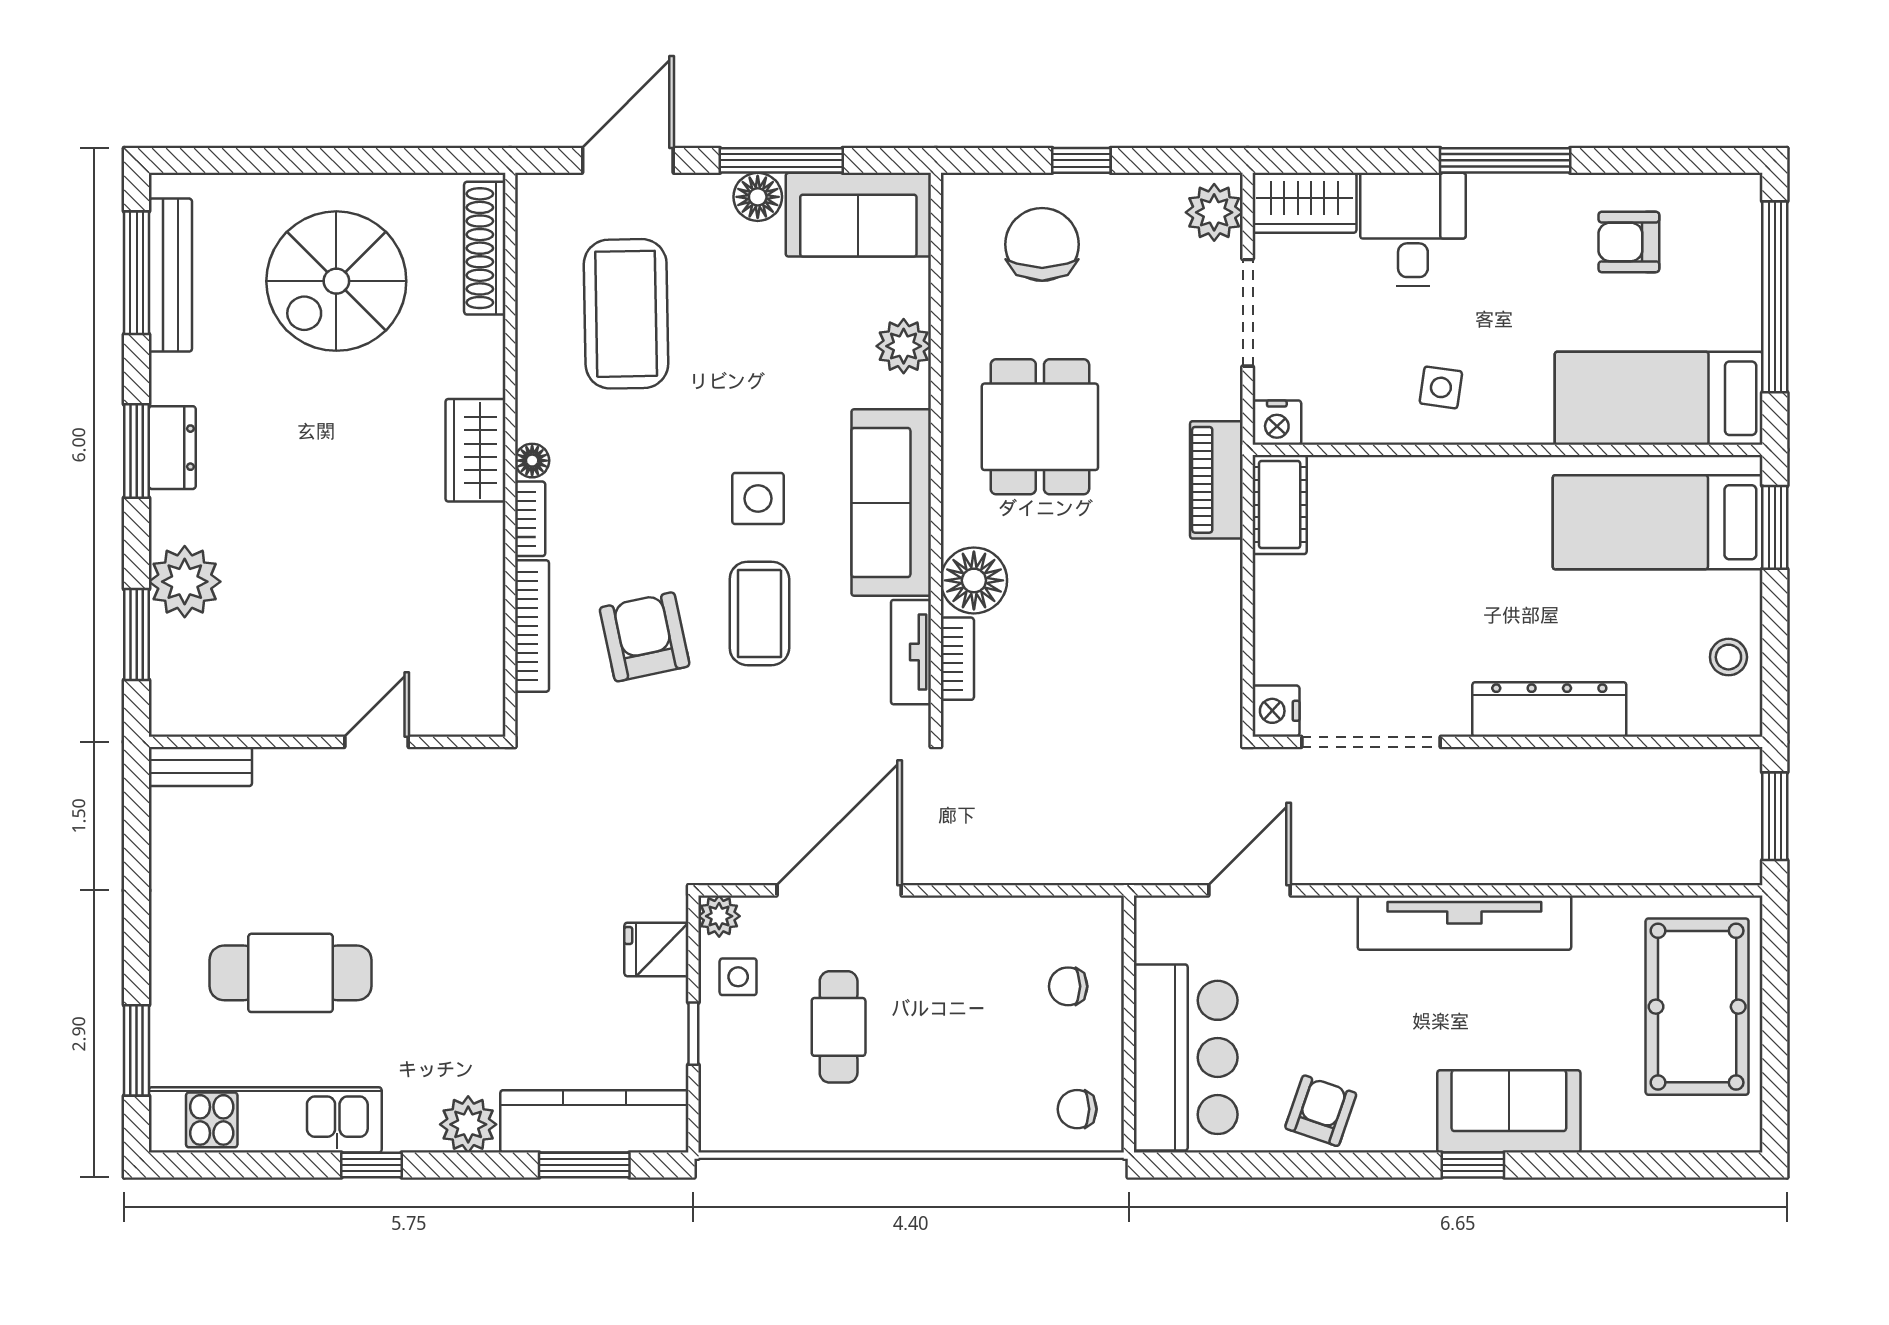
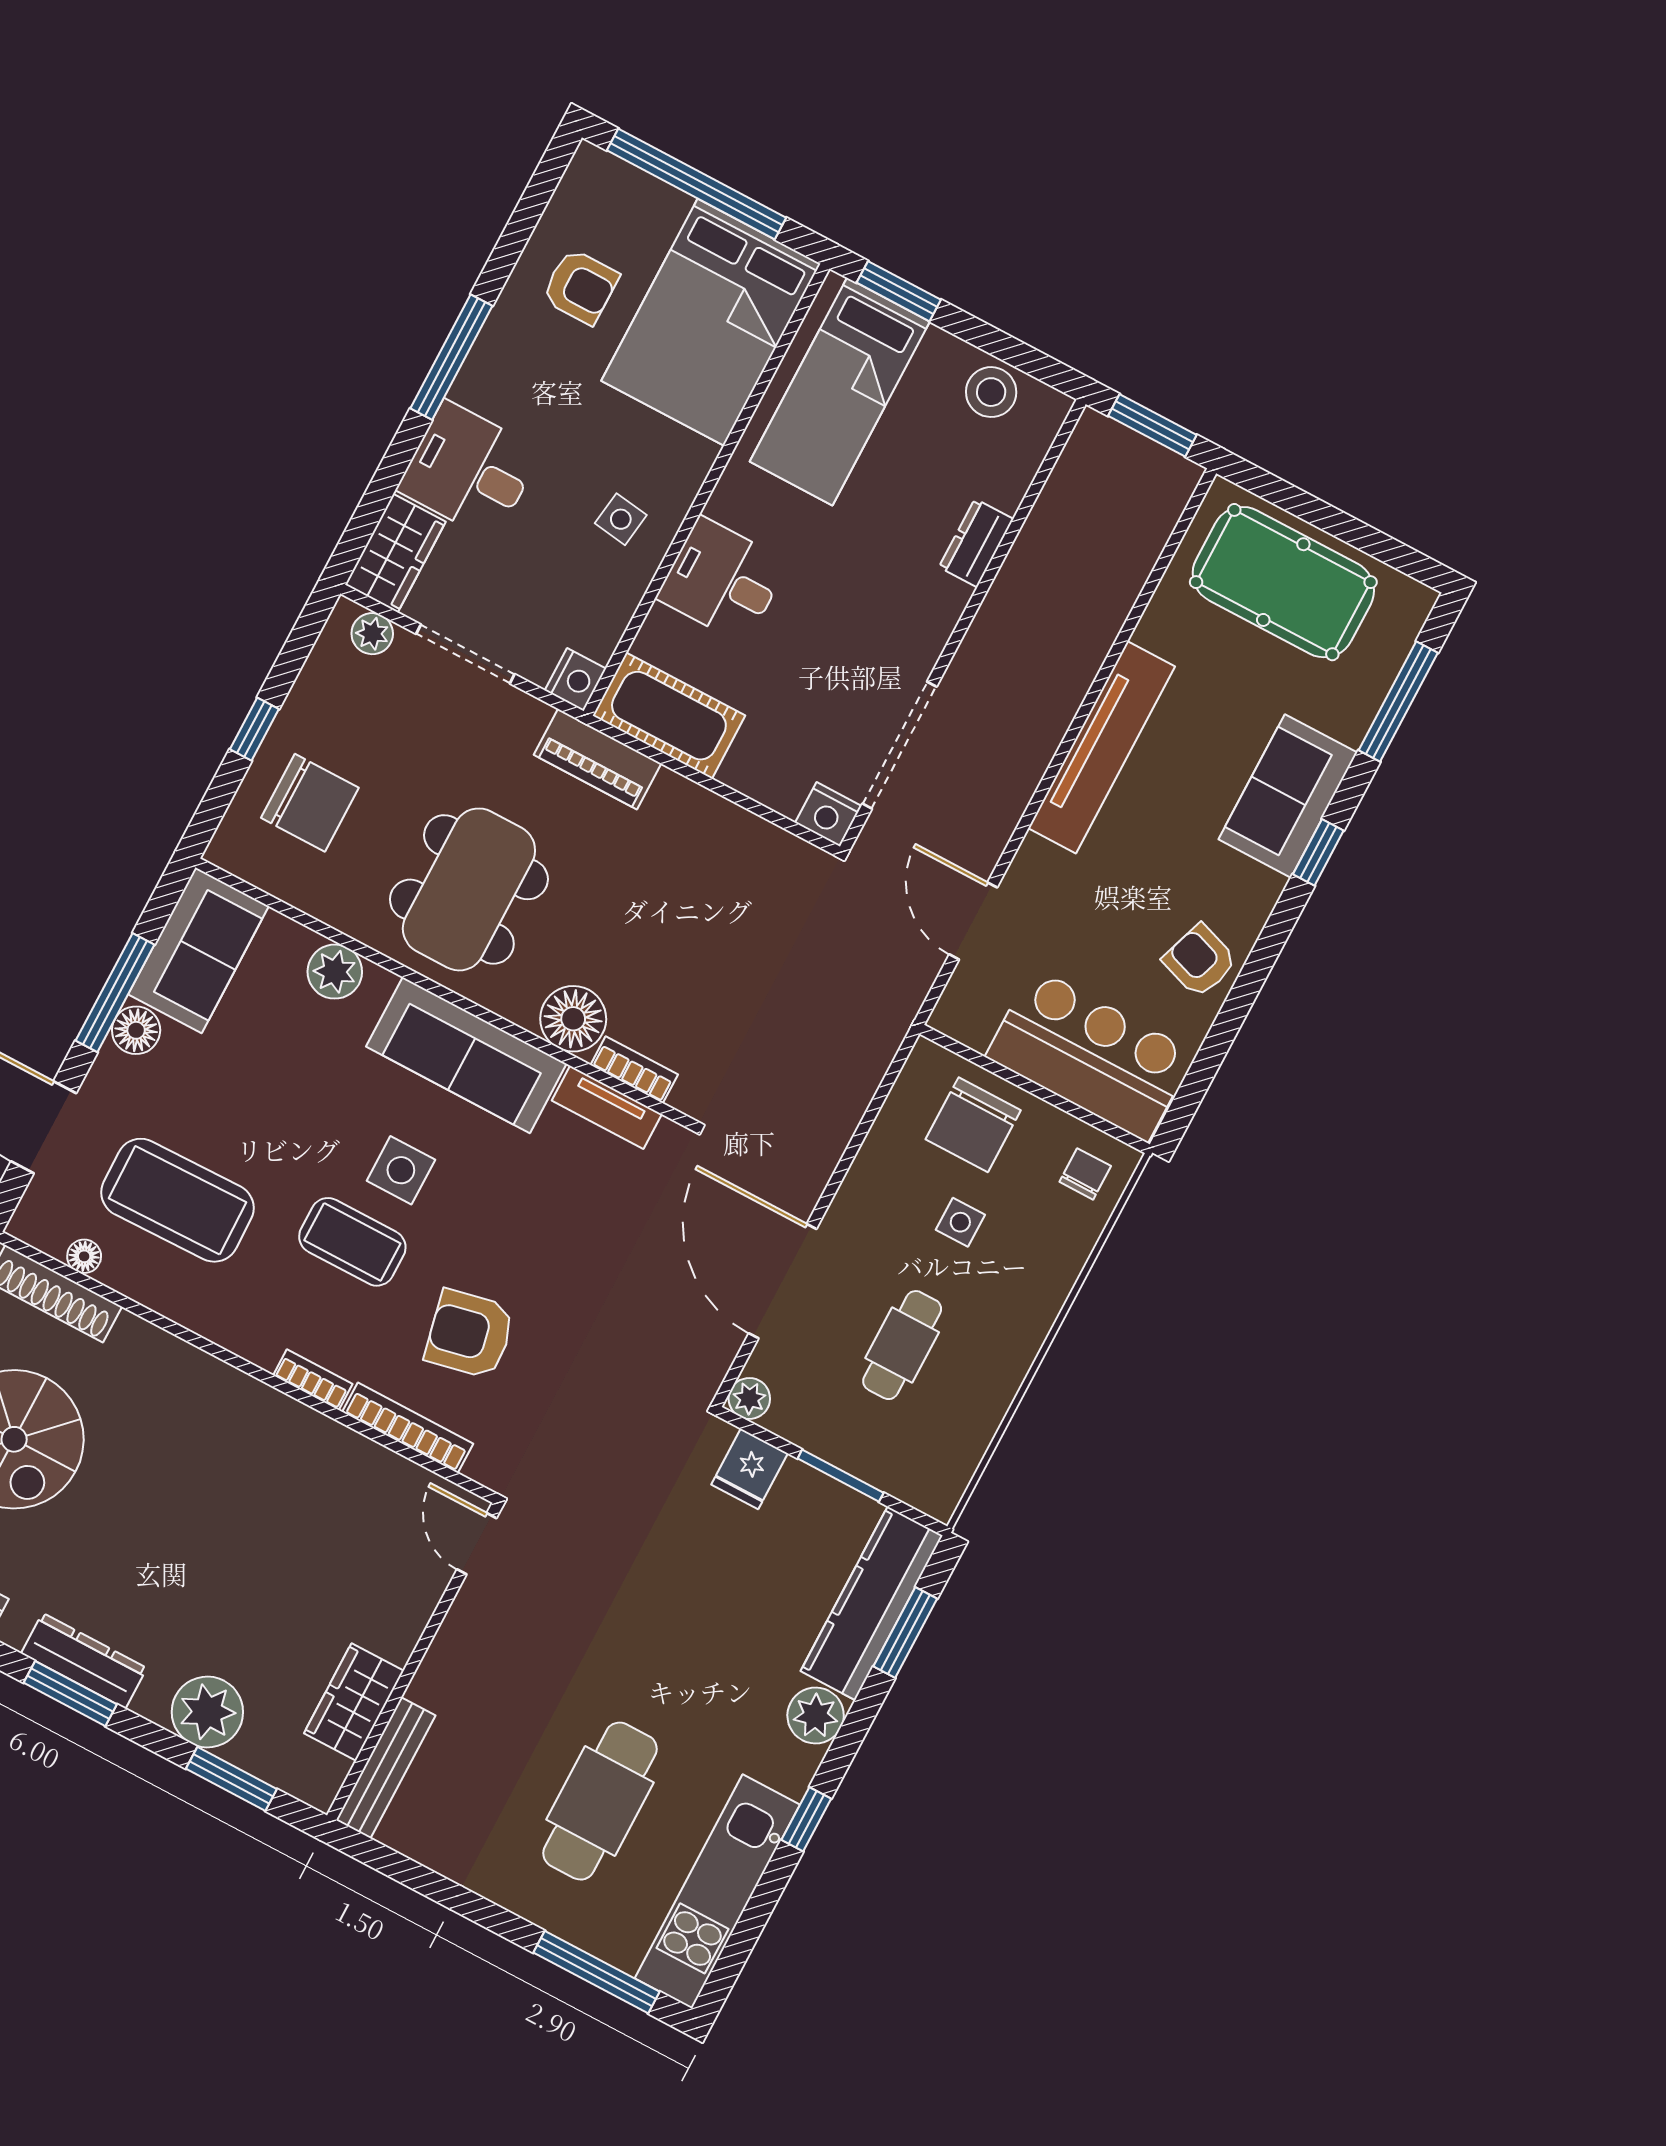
plant: (1214, 212) -> (372, 634), width x0.73, depth x0.73
armchair: (1629, 242) -> (580, 287), turned -90
chair: (1042, 244) -> (310, 803), turned 180
bed: (1659, 398) -> (711, 322), width x1.50
dining table: (1040, 427) -> (469, 889), width x1.38
dresser: (172, 448) -> (84, 1661), width x1.44
wardrobe: (475, 450) -> (354, 1702), moved, turned 90
floor lamp: (532, 461) -> (84, 1256), moved
cot: (1280, 505) -> (669, 716), width x1.37, depth x1.34
desk: (1434, 507) -> (722, 580), added
coffee table: (759, 613) -> (352, 1242), moved
stool: (1728, 657) -> (991, 392), width x1.37, depth x1.37
dresser: (1549, 710) -> (976, 543), width x0.51, depth x0.80
door: (377, 742) -> (477, 1544), moved
bench: (200, 767) -> (386, 1768), width x1.36
side table: (738, 977) -> (960, 1222), moved
chair: (1068, 986) -> (973, 1125), width x1.87, depth x1.87
cafe table: (839, 1027) -> (902, 1345), turned 90
window: (693, 1034) -> (841, 1476), width x1.50
window: (137, 1050) -> (596, 1972), width x1.44
chair: (1077, 1109) -> (1085, 1174), turned 180
window: (1645, 1165) -> (1398, 701), added

